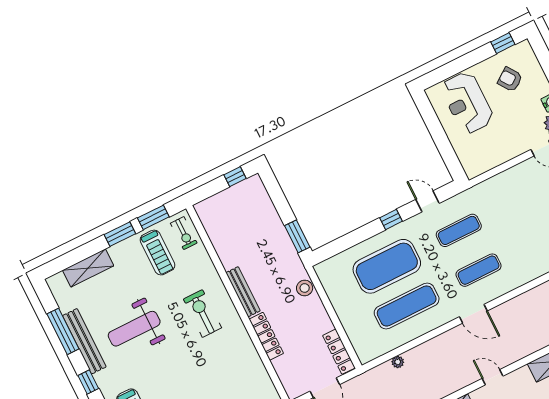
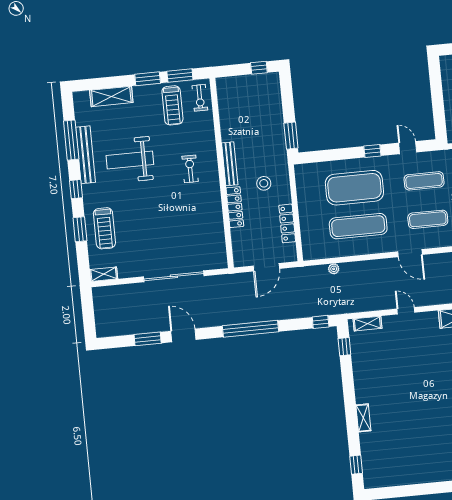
stool: (305, 288) -> (264, 183), moved
exercise bike: (202, 314) -> (190, 169), width x0.73, depth x0.72
locker: (339, 352) -> (287, 223), moved

